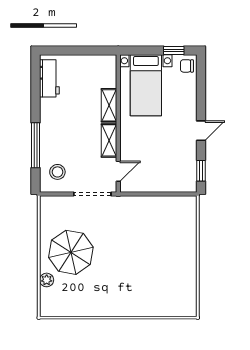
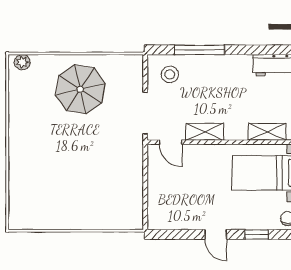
shelving: (109, 105) -> (267, 132), moved
window: (201, 171) -> (256, 234), moved
plant: (47, 280) -> (22, 62), moved

